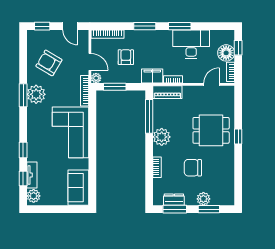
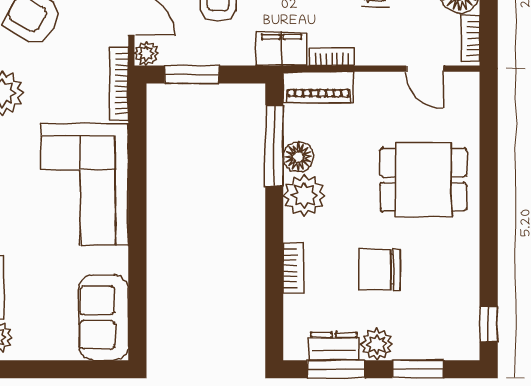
door: (212, 84) -> (425, 69), swing flipped
floor lamp: (159, 121) -> (298, 157), added
window: (238, 137) -> (489, 324), moved
plant: (203, 199) -> (377, 344), moved

